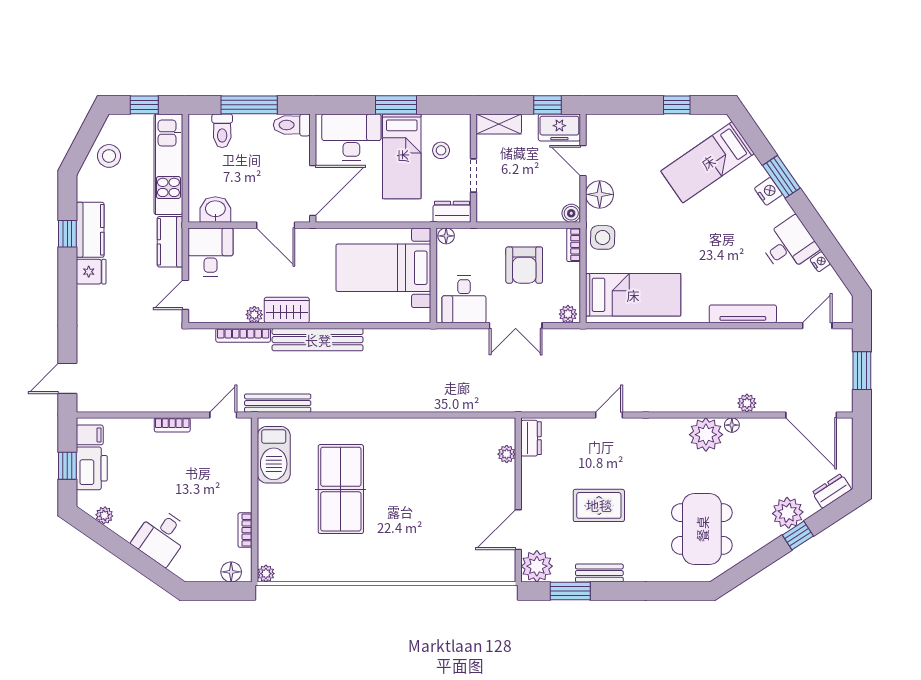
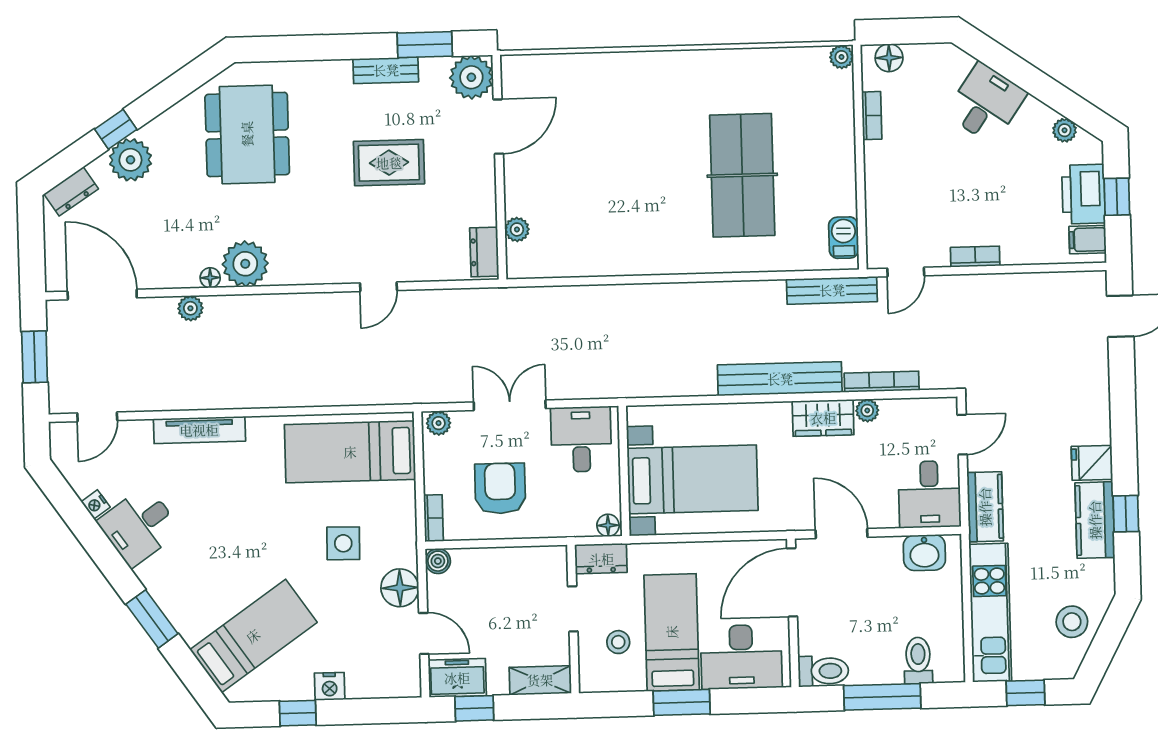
nightstand: (768, 191) -> (330, 686), moved, turned -55
side table: (603, 237) -> (343, 543), moved
barbecue: (274, 455) -> (844, 238), width x0.53, depth x0.65

